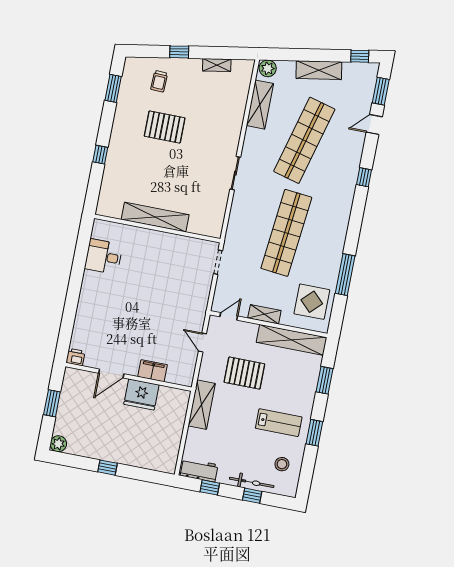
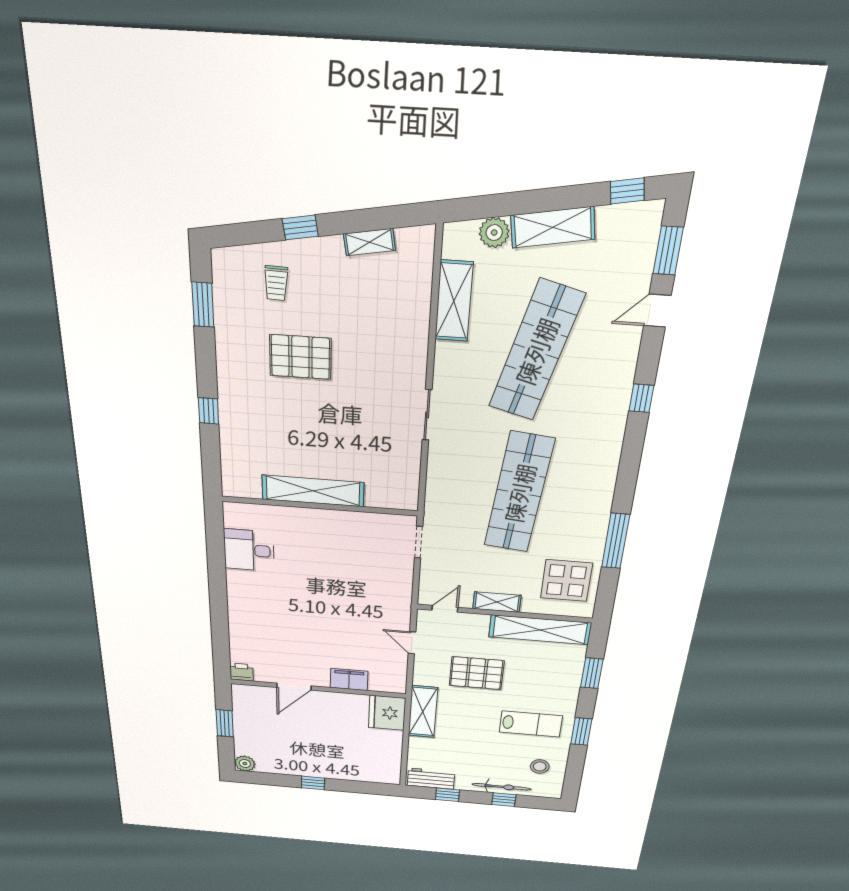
plant: (268, 68) -> (494, 233), moved
fridge: (141, 395) -> (387, 713), moved, turned 90

